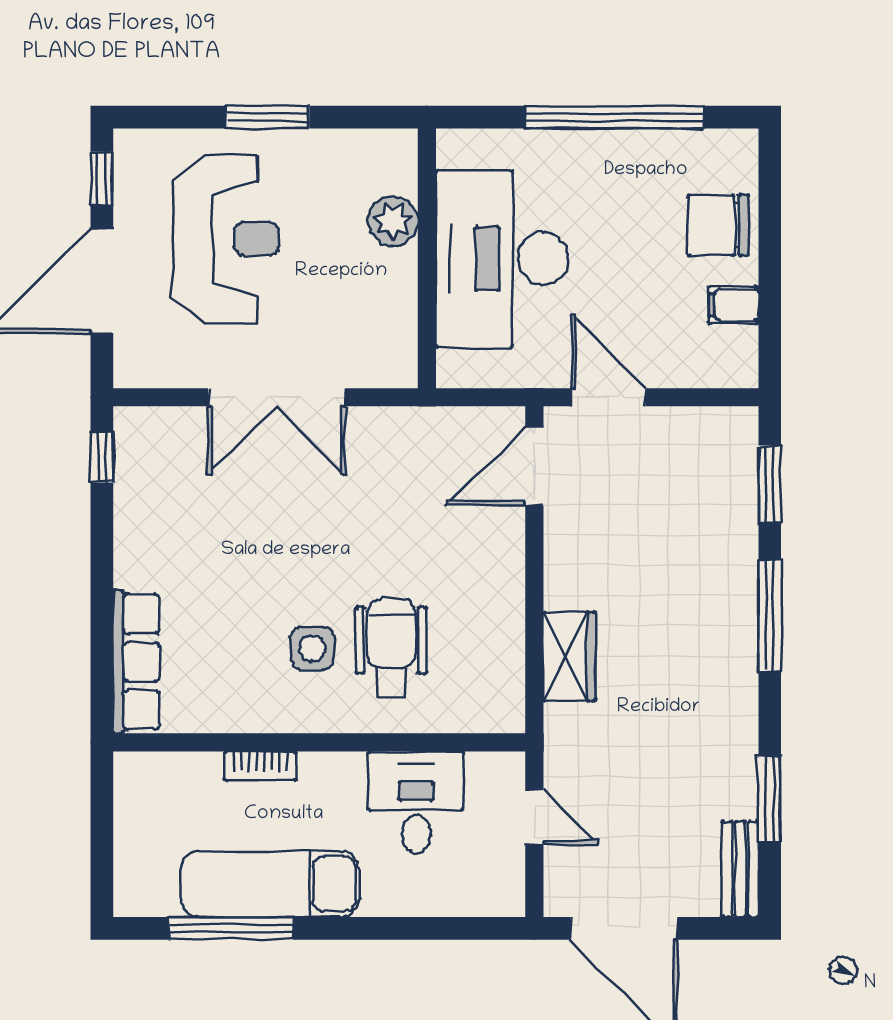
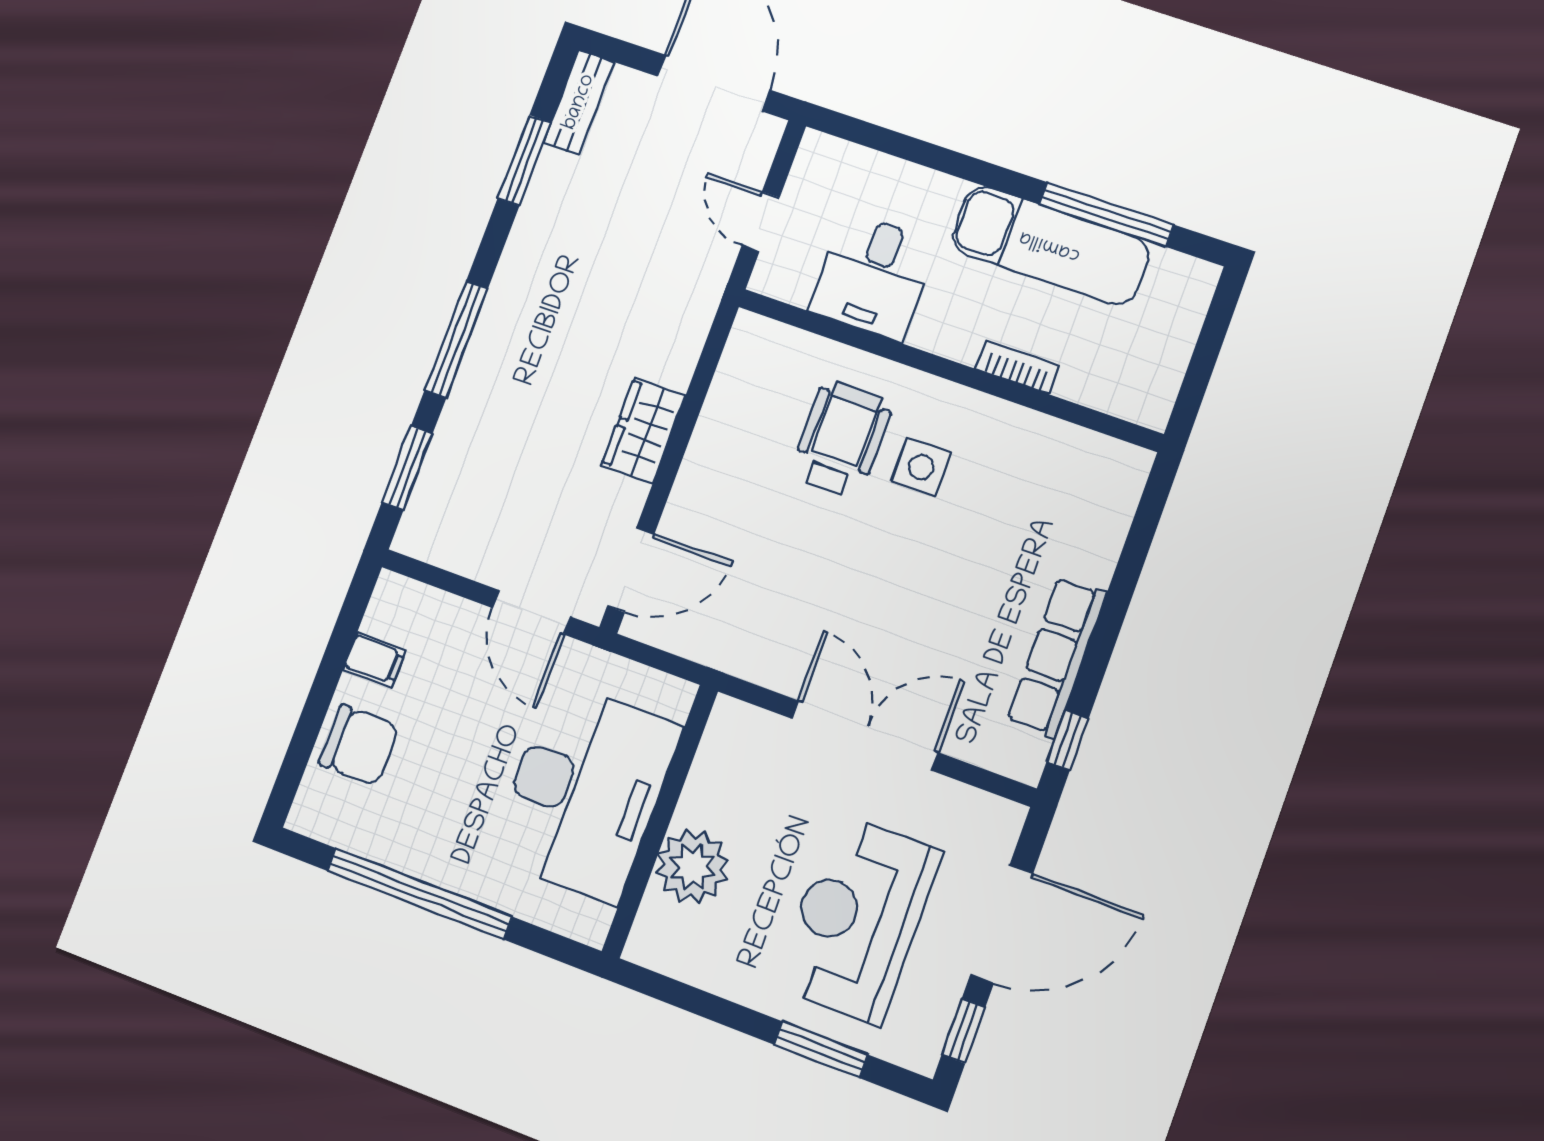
window: (268, 117) -> (821, 1050), moved
plant: (393, 221) -> (693, 866), width x1.36, depth x1.36
wheelchair: (391, 648) -> (841, 439), turned 180
wardrobe: (569, 656) -> (644, 430), moved
row of seats: (136, 662) -> (1057, 657), moved

